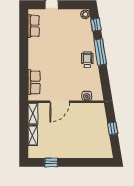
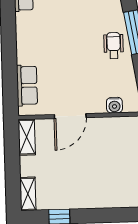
shelving: (33, 136) -> (28, 194), moved

